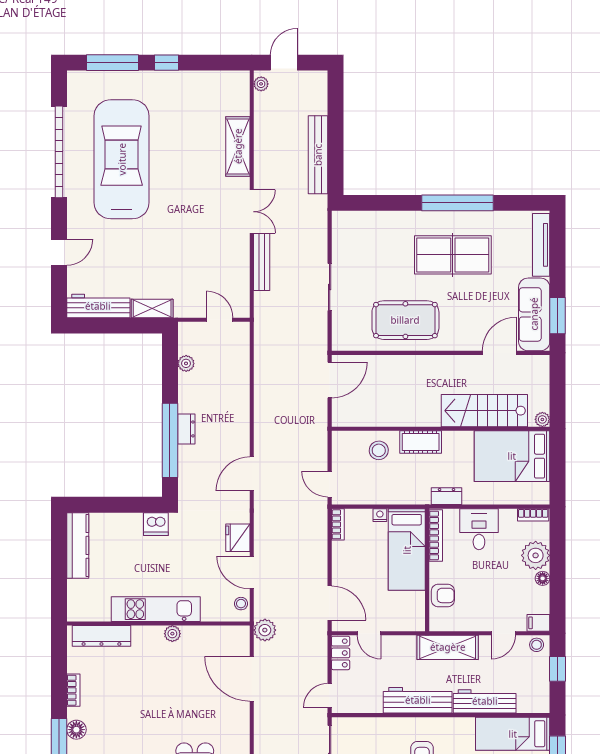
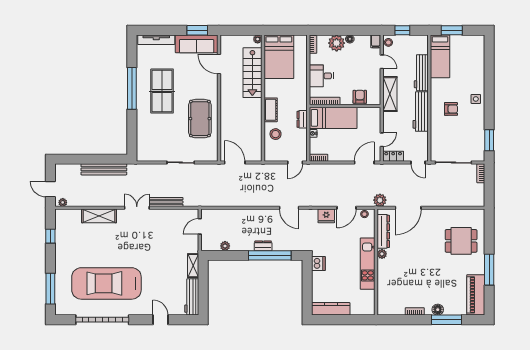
window: (167, 63) -> (50, 236), moved
dresser: (447, 496) -> (302, 119), moved
dresser: (101, 636) -> (383, 231), moved

